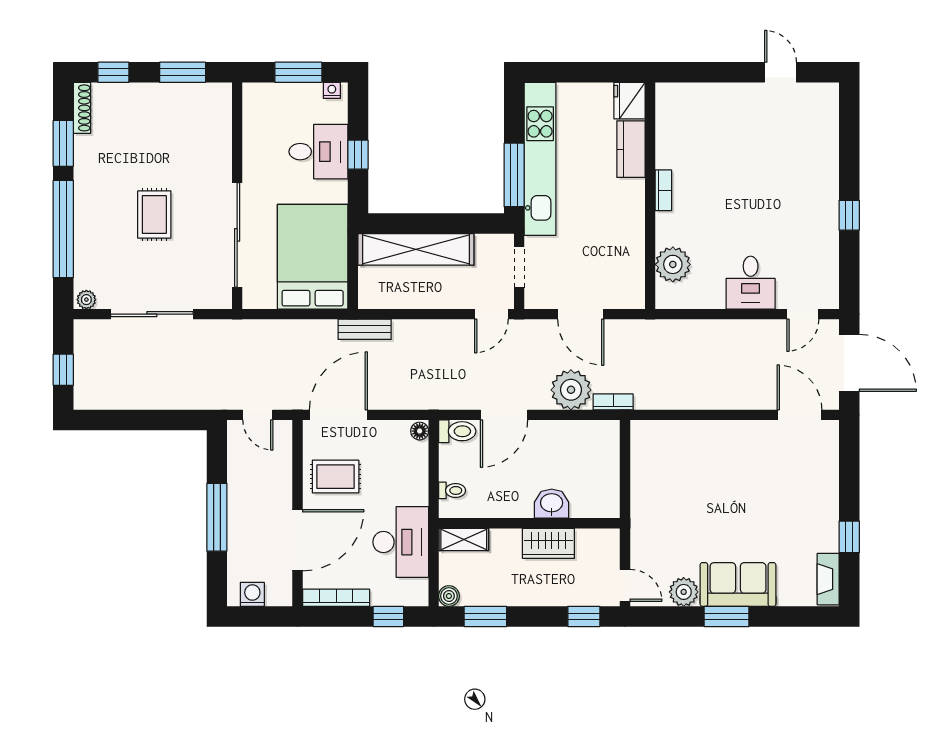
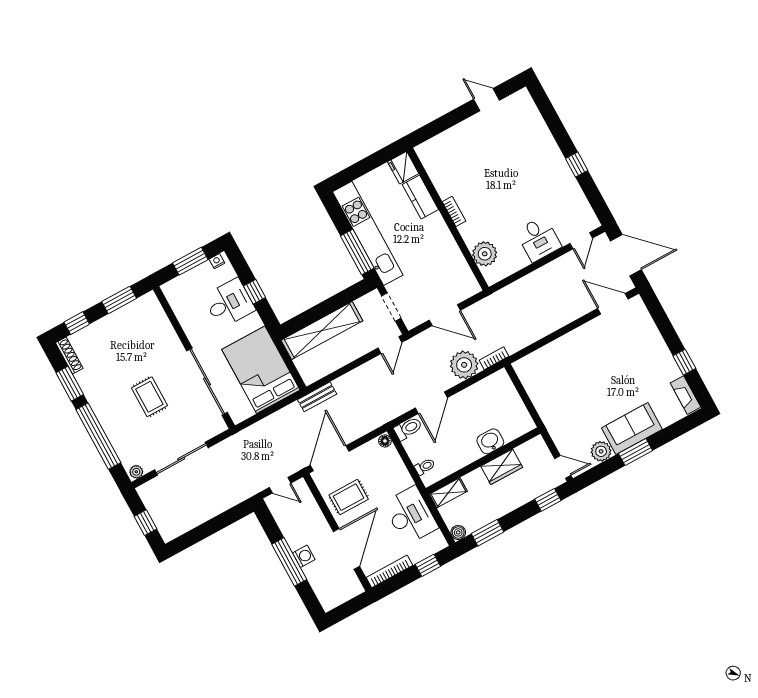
washing machine: (252, 594) -> (304, 556), moved, turned 90

